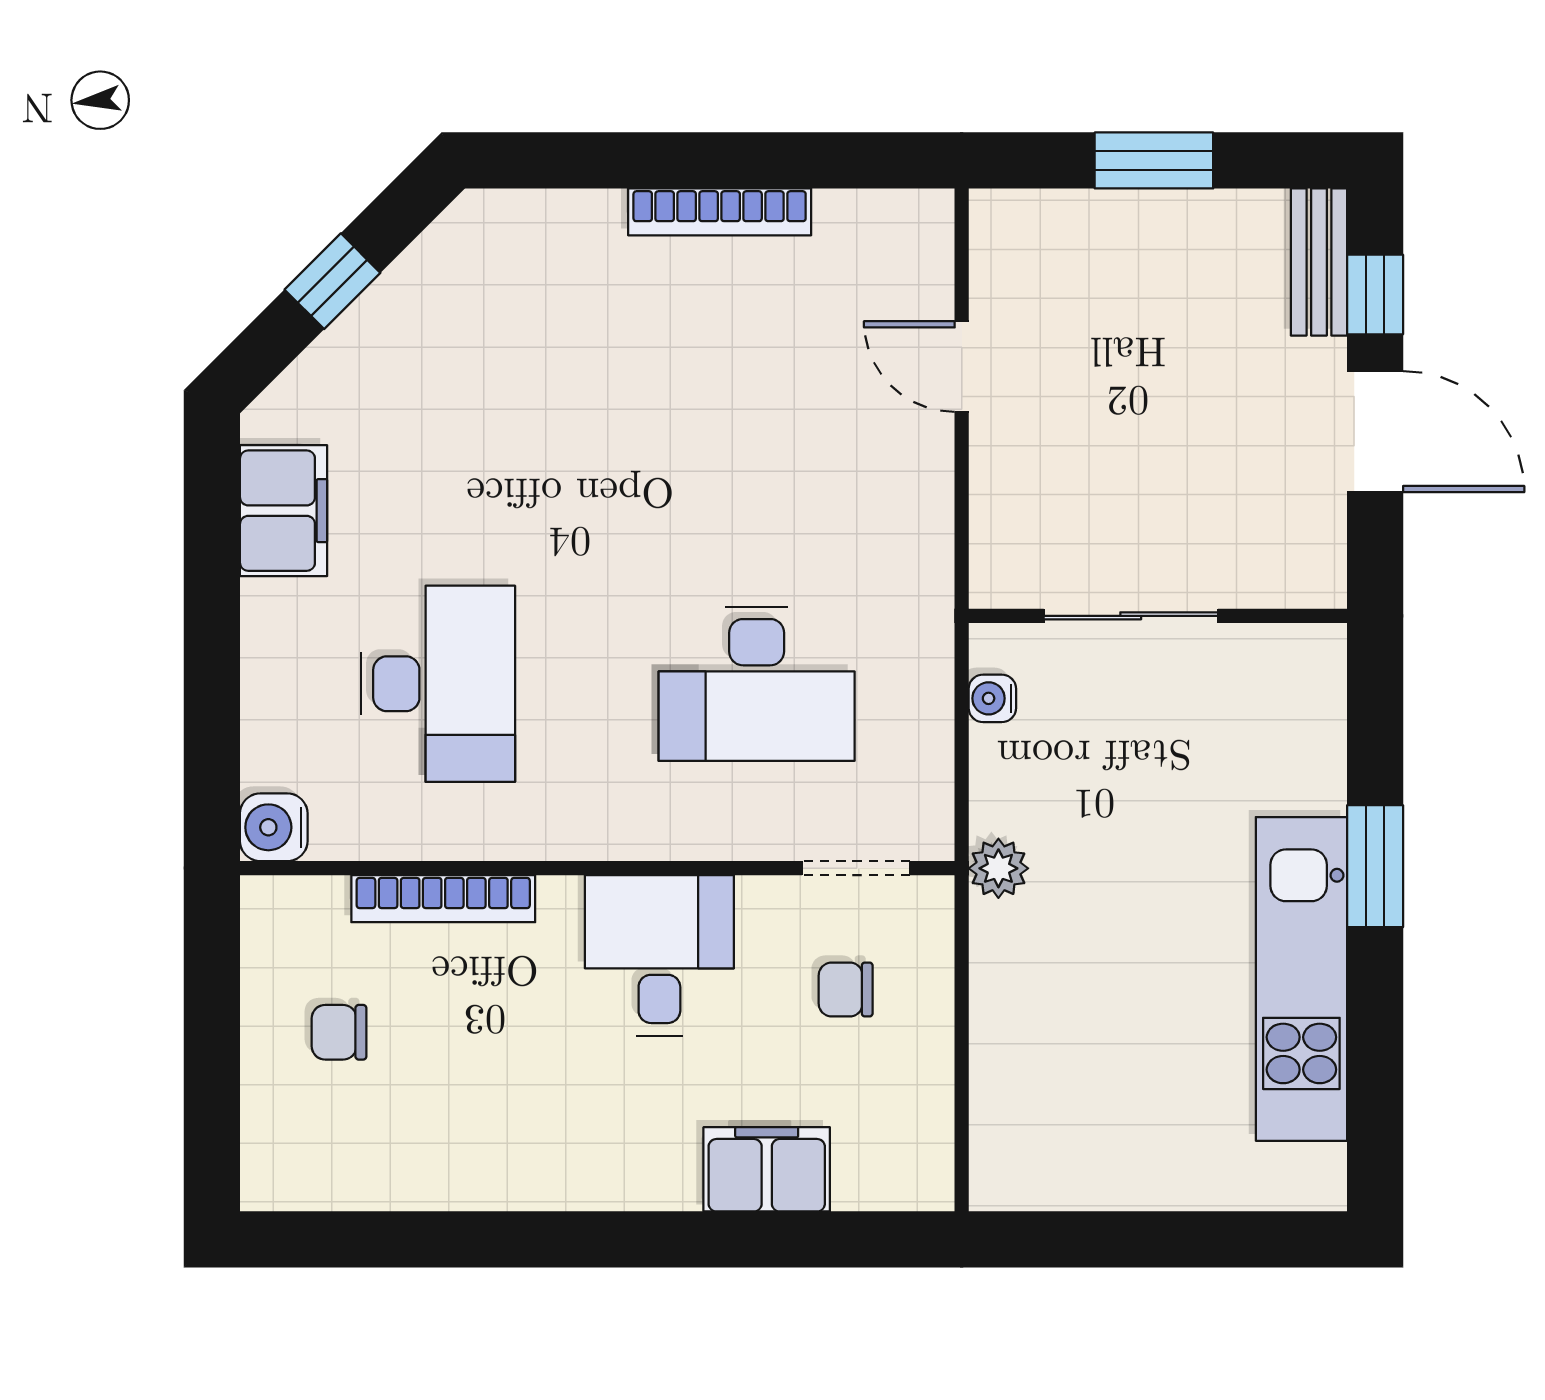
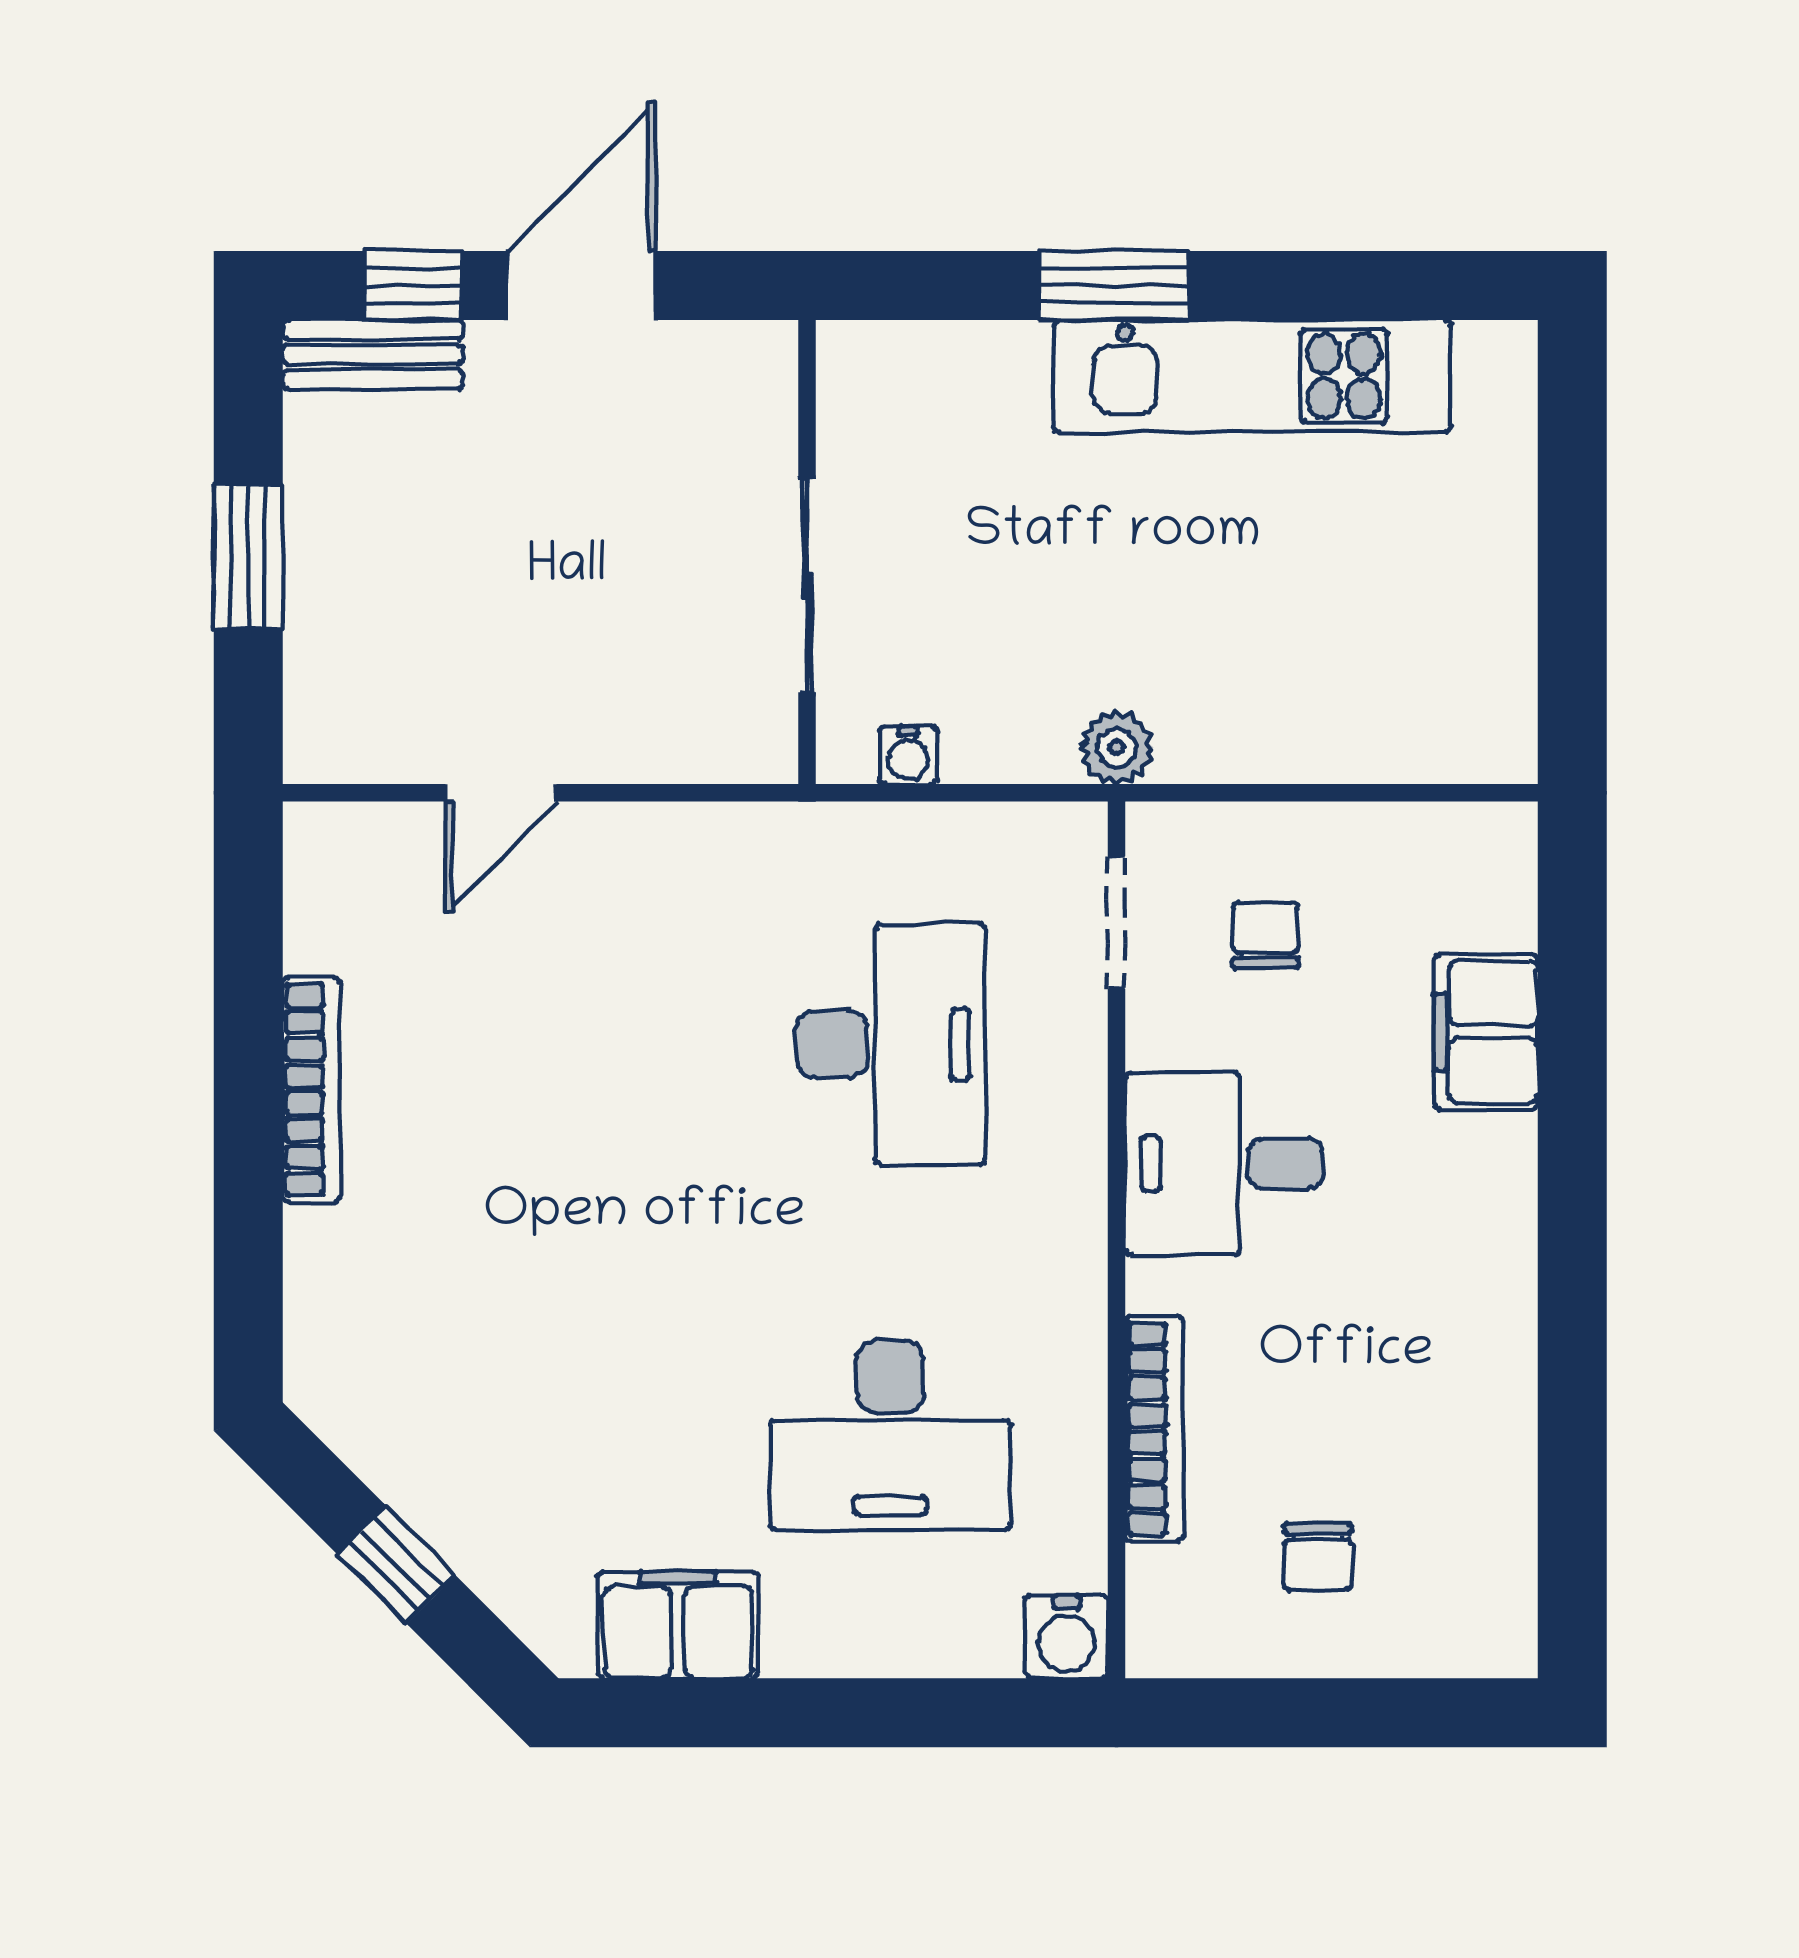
desk: (438, 684) -> (890, 1435), turned 180
chair: (846, 989) -> (1265, 935), turned 180

